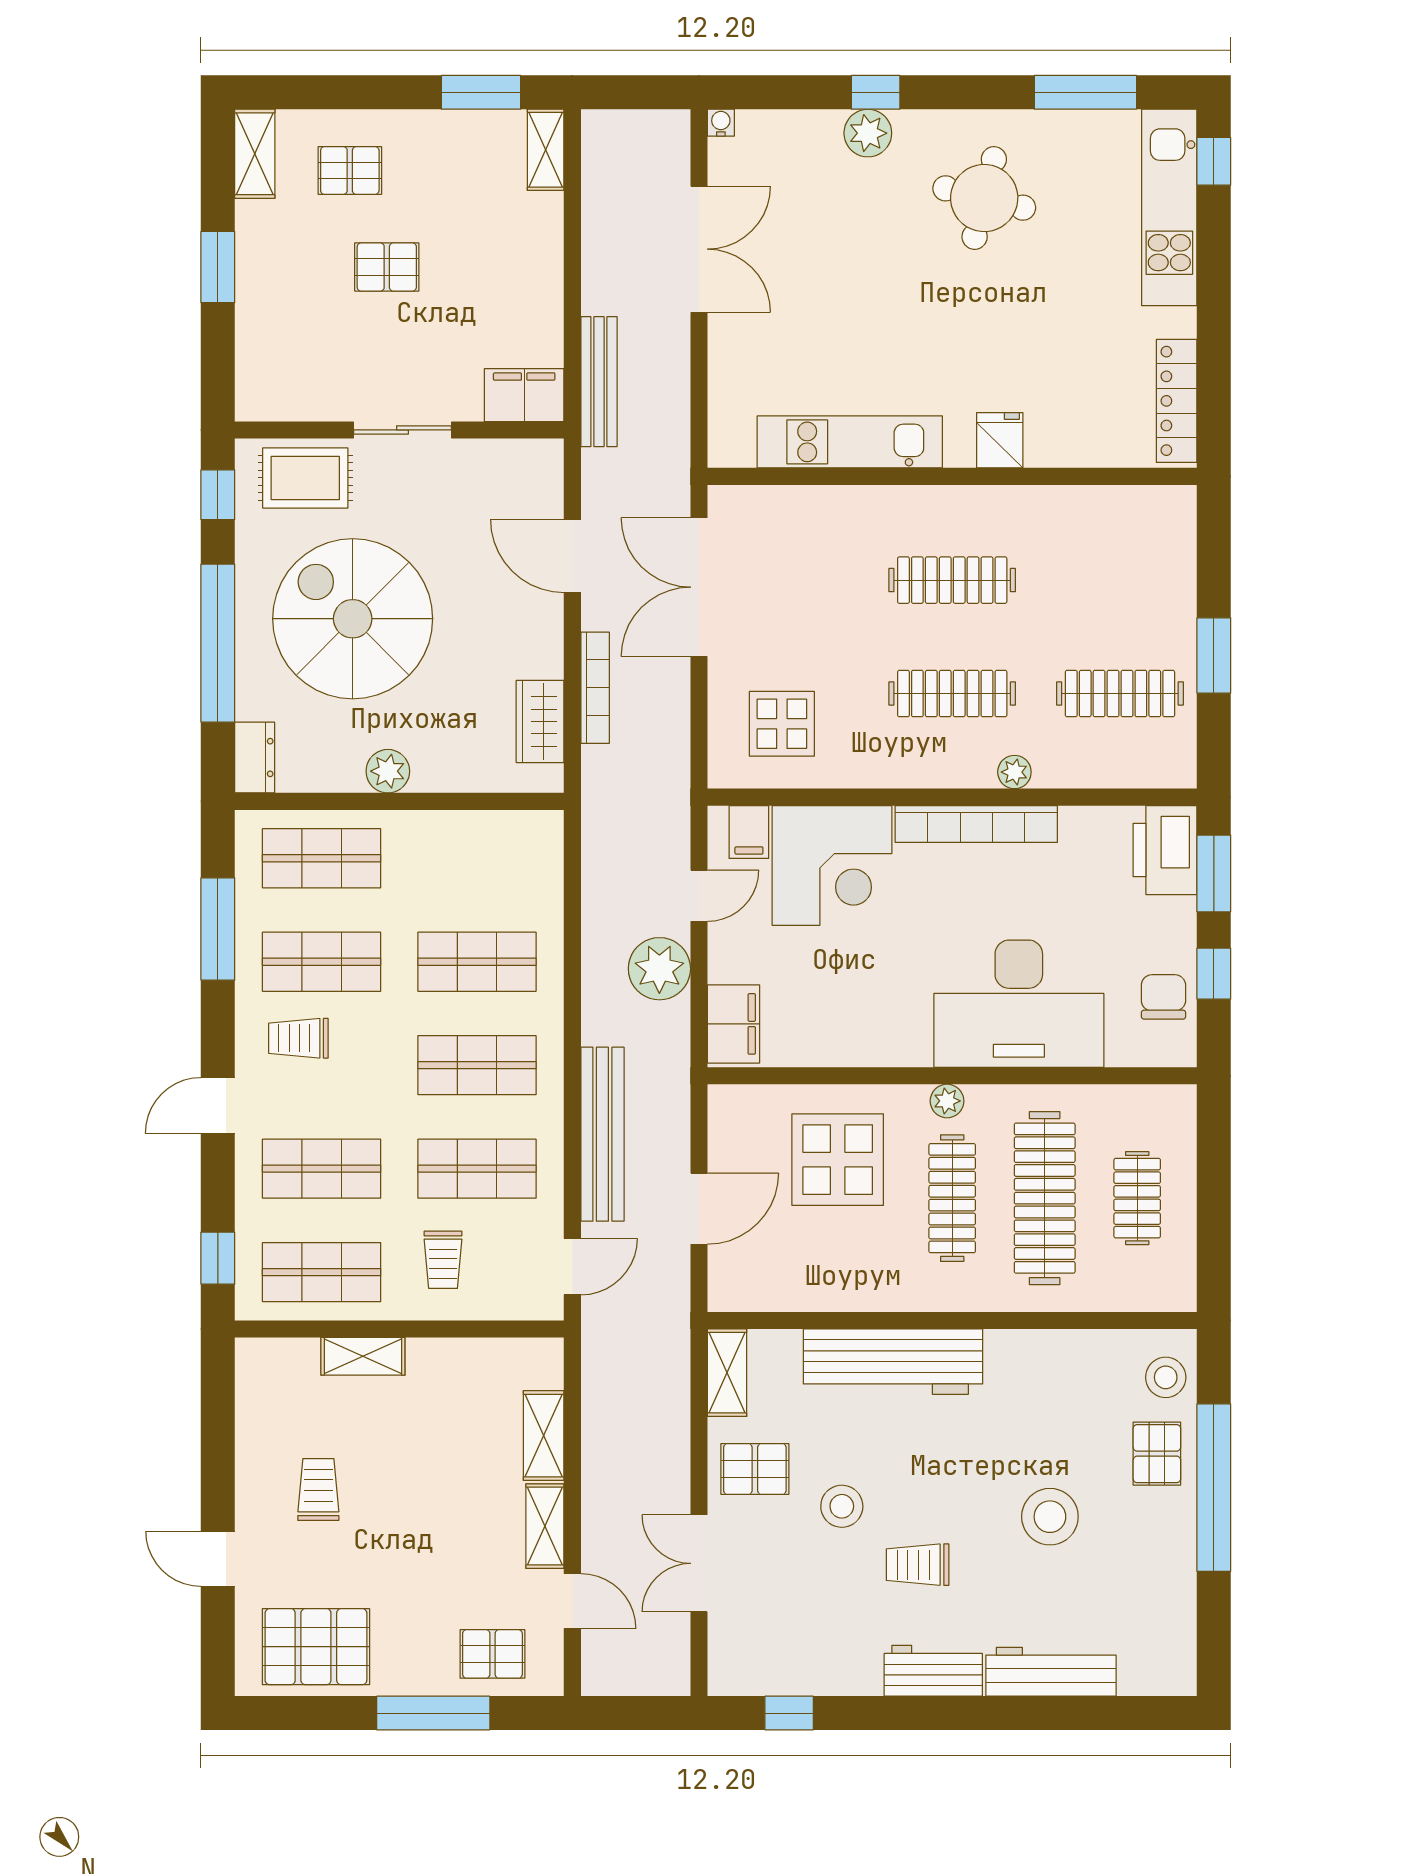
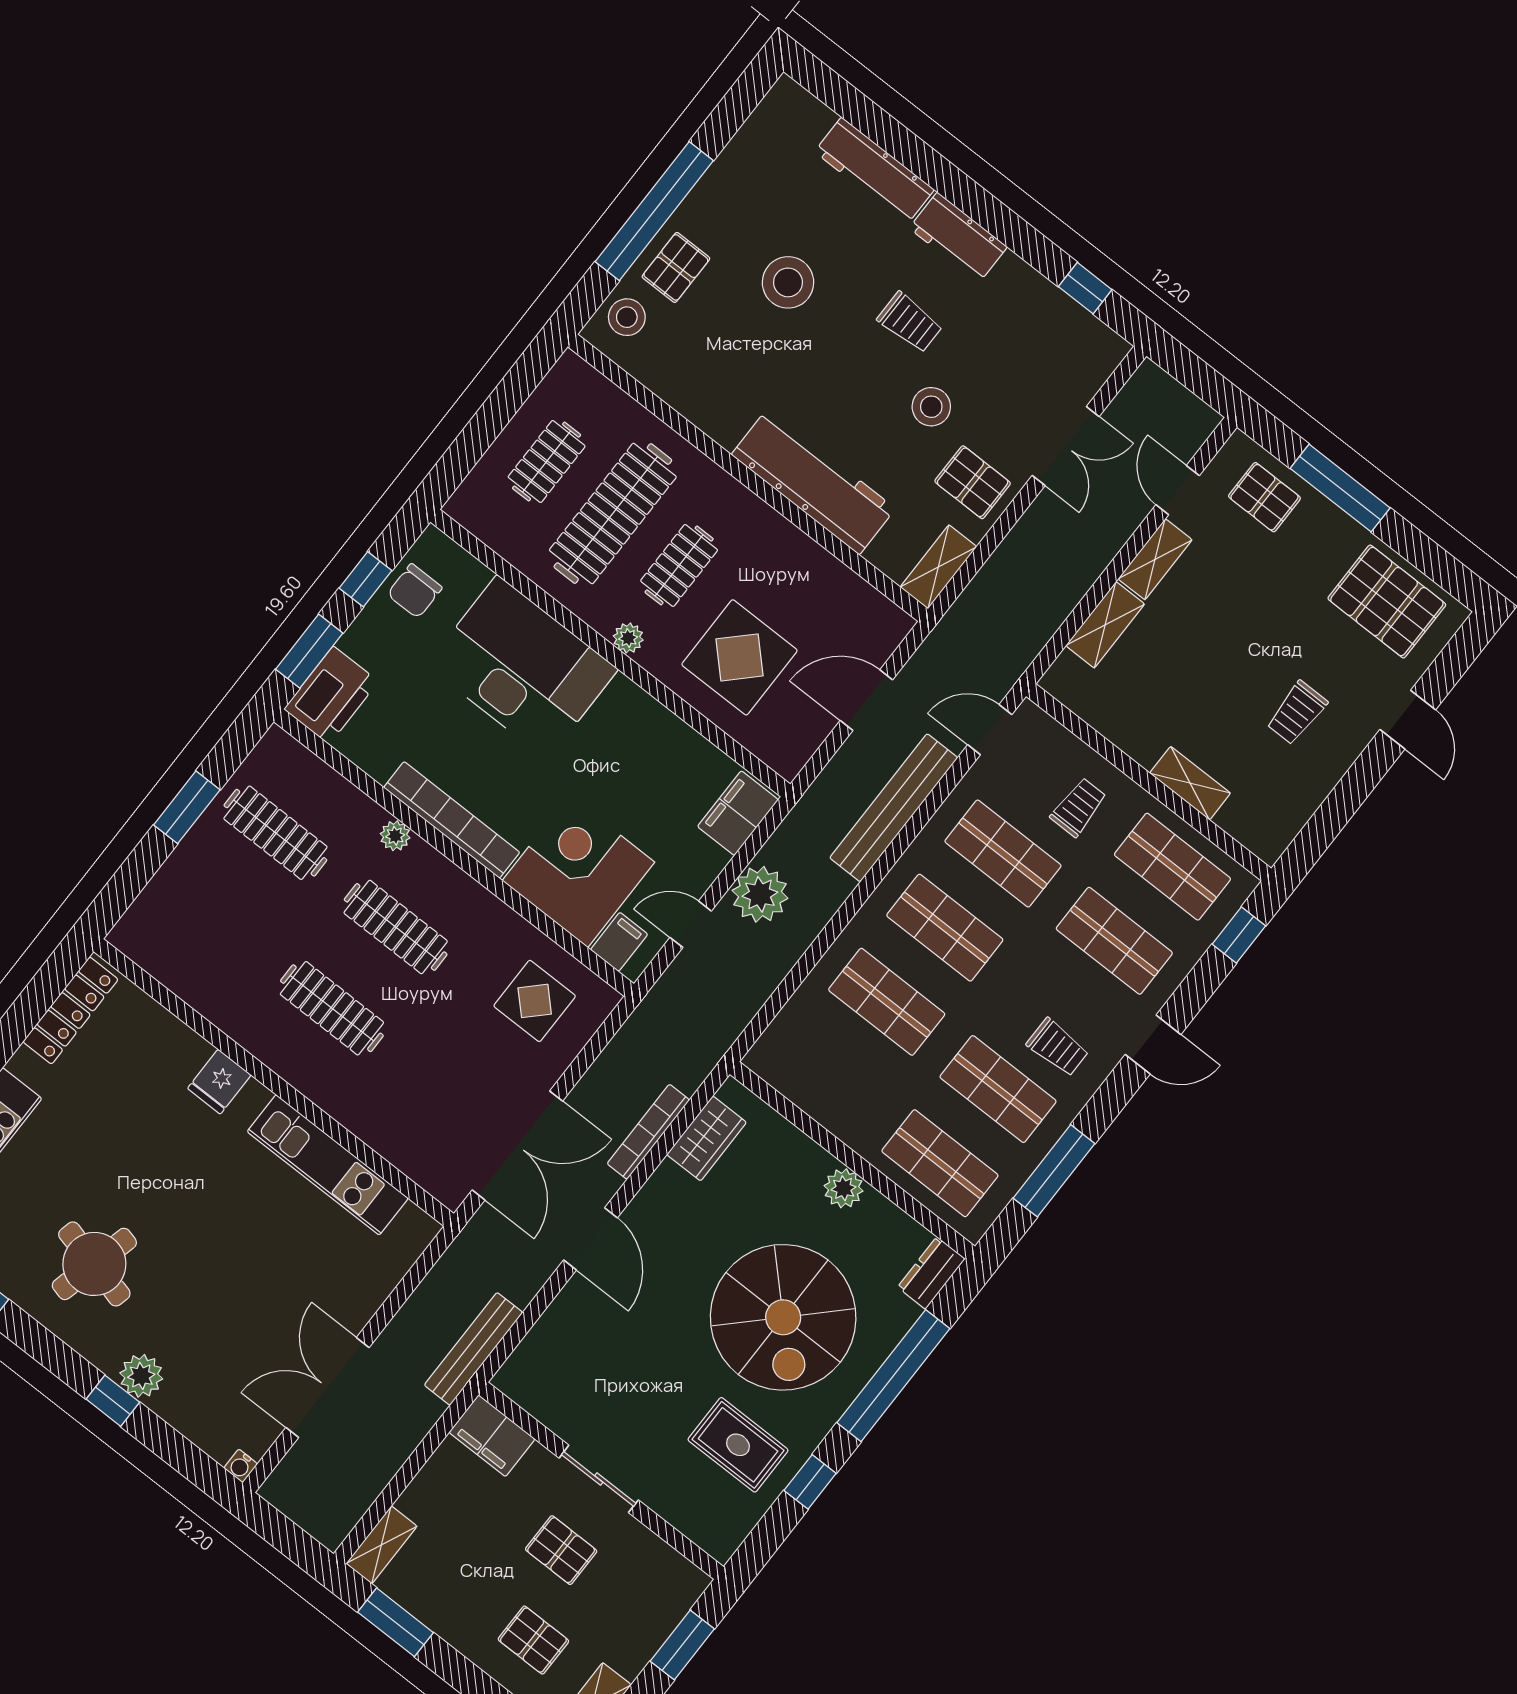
filing cabinet: (524, 395) -> (492, 1436), moved
wall: (399, 430) -> (601, 1481), moved
sliding door: (402, 430) -> (599, 1479), moved
clothes rail: (952, 1198) -> (679, 565), width x0.73

